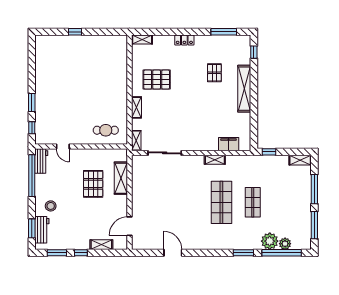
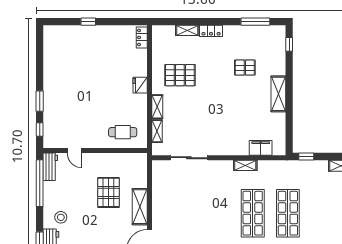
shelving: (142, 40) -> (187, 30), moved
locker: (123, 46) -> (142, 37), added
pallet: (214, 73) -> (245, 68), turned 90
fridge: (121, 88) -> (140, 85), added
shelving: (244, 89) -> (278, 94), width x0.68
shelving: (136, 141) -> (157, 131), moved
shelving: (121, 178) -> (140, 207), moved
shop shelf: (253, 202) -> (288, 213), width x1.43, depth x1.36

